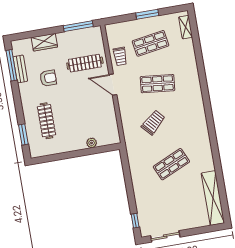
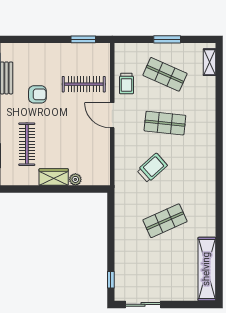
window: (78, 26) -> (83, 39), width x0.69
wardrobe: (44, 42) -> (54, 177), moved, turned 180
shop shelf: (151, 43) -> (165, 74), turned 33

